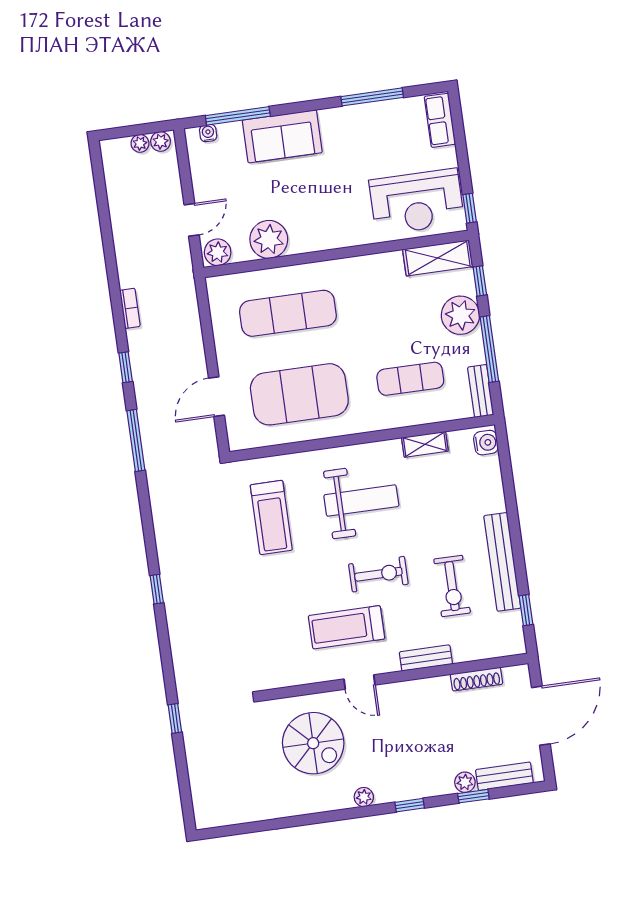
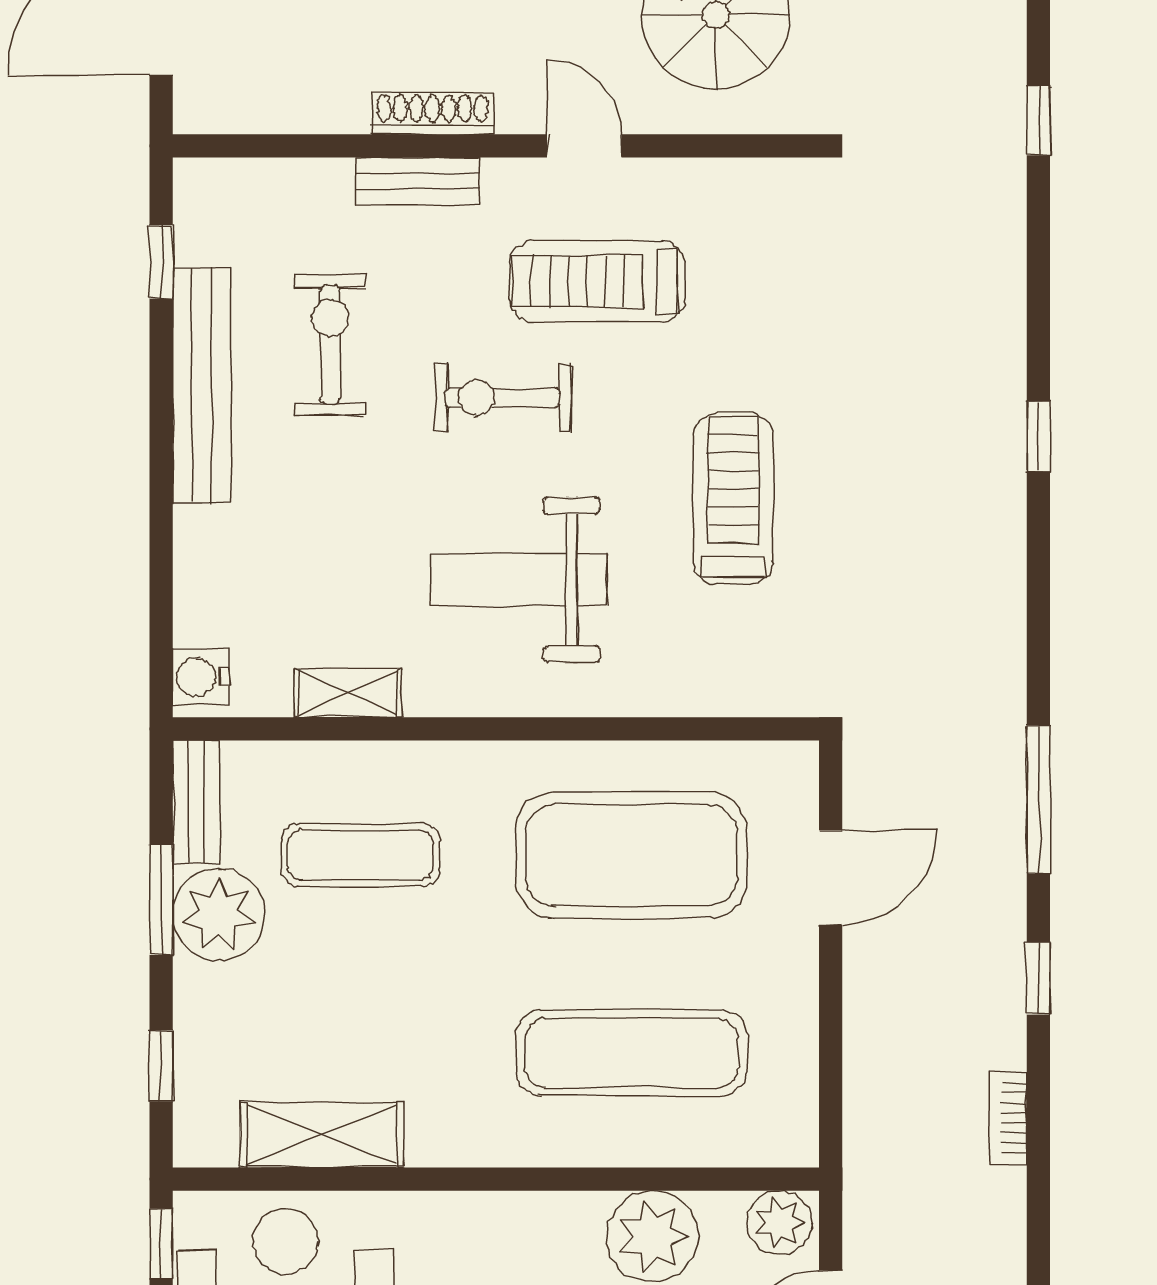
shelving: (438, 258) -> (322, 1135), moved
plant: (460, 315) -> (219, 915), moved
window: (489, 349) -> (161, 900), width x0.69
treadmill: (271, 517) -> (733, 499), moved
treadmill: (347, 627) -> (597, 281), turned 180
shoe rack: (476, 679) -> (433, 114), moved

